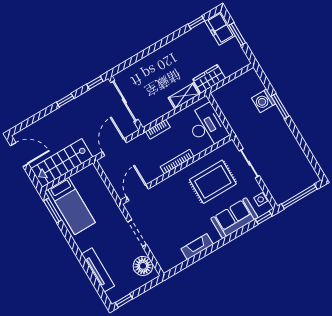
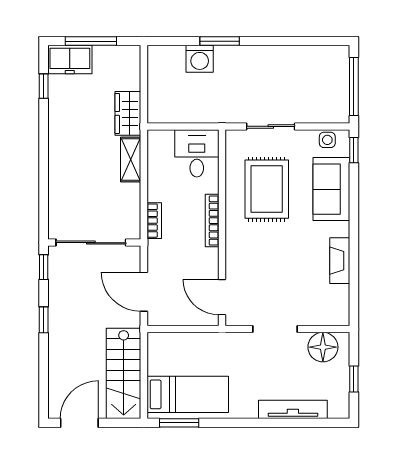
window: (237, 34) -> (91, 41), width x1.44
desk: (207, 126) -> (197, 153), width x0.73
window: (124, 301) -> (354, 379), moved

